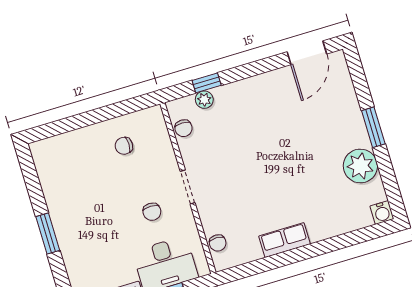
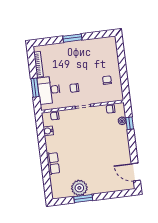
window: (373, 127) -> (83, 198), moved
water cooler: (382, 212) -> (48, 131), moved
row of seats: (285, 240) -> (53, 163), moved

